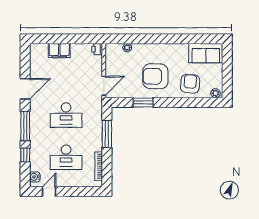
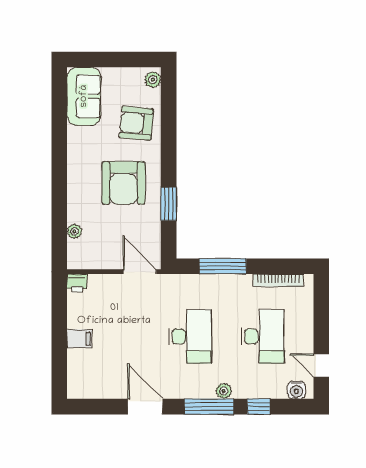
filing cabinet: (59, 51) -> (79, 339), width x0.50
plant: (34, 135) -> (224, 391), added

